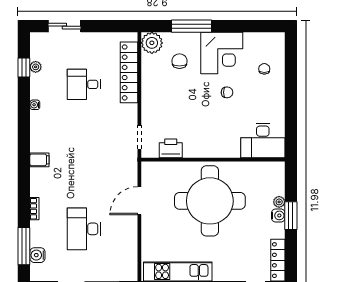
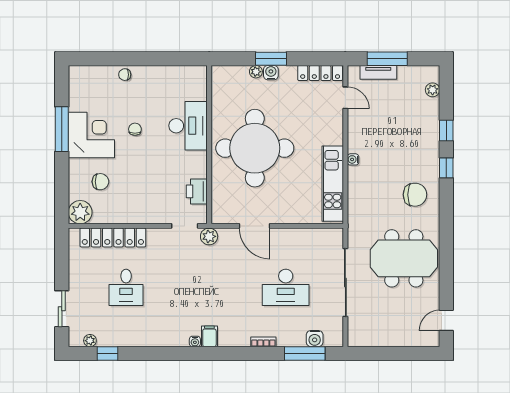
window: (192, 26) -> (62, 129), moved
chair: (179, 61) -> (100, 182), turned 180
plant: (36, 67) -> (90, 341), moved
chair: (264, 69) -> (125, 75), moved
water cooler: (35, 105) -> (195, 341), moved
desk: (263, 140) -> (188, 126), moved
plant: (130, 159) -> (209, 236), added

